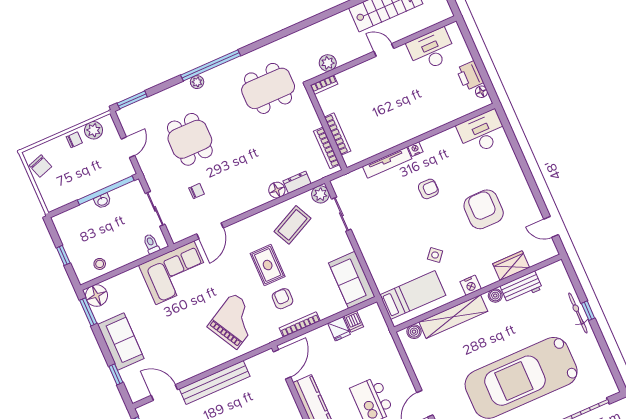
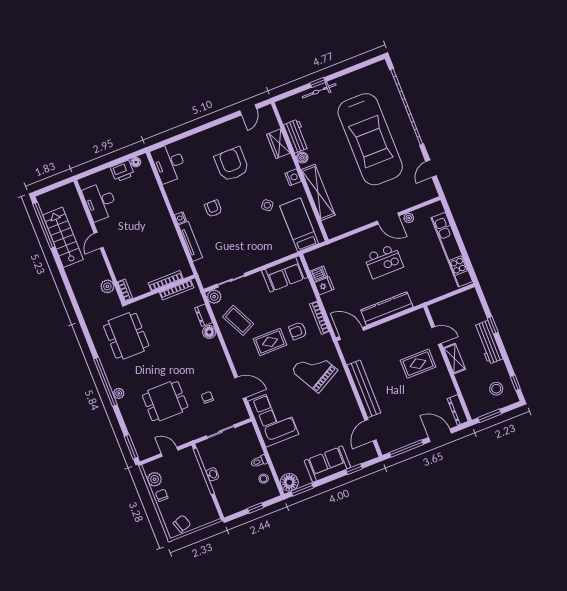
armchair: (484, 209) -> (232, 164), turned 90
toilet: (151, 244) -> (259, 461), moved
boiler: (414, 332) -> (329, 225), removed

